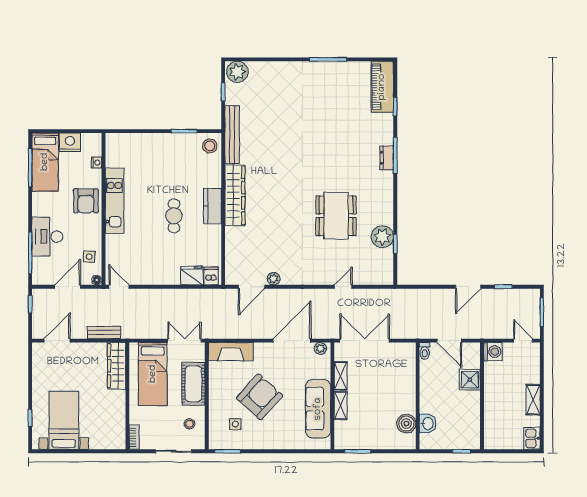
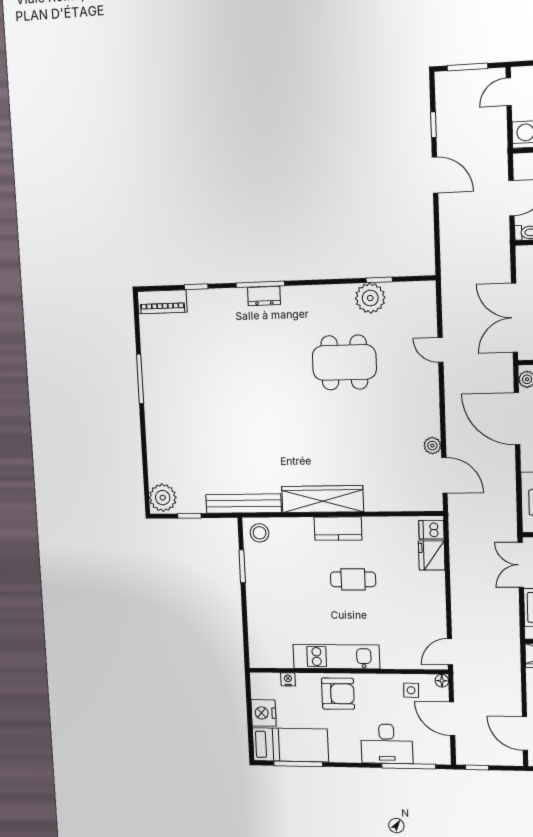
piano: (382, 87) -> (162, 302), width x0.73, depth x0.75
bench: (104, 332) -> (512, 672), removed

